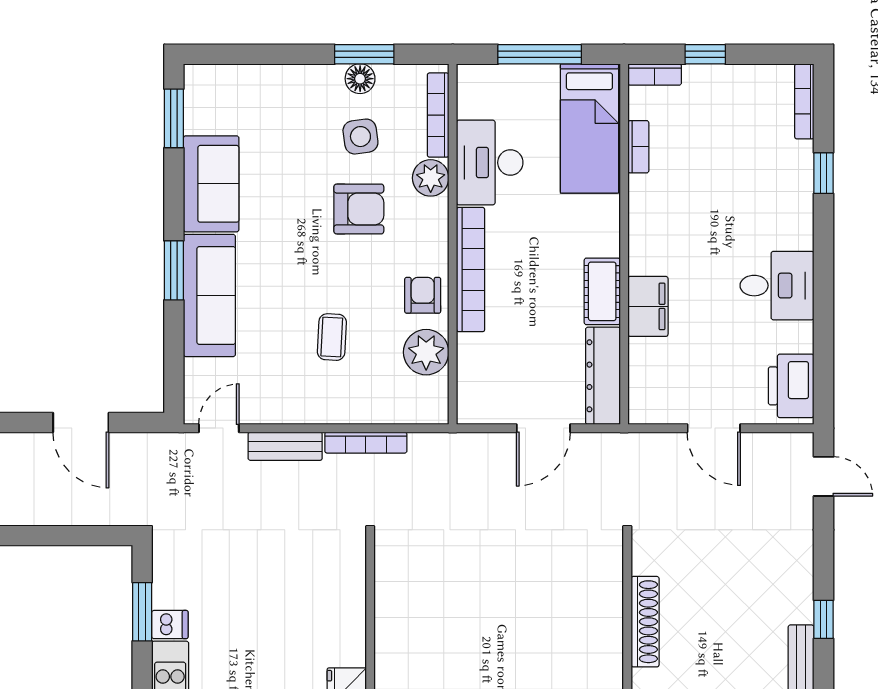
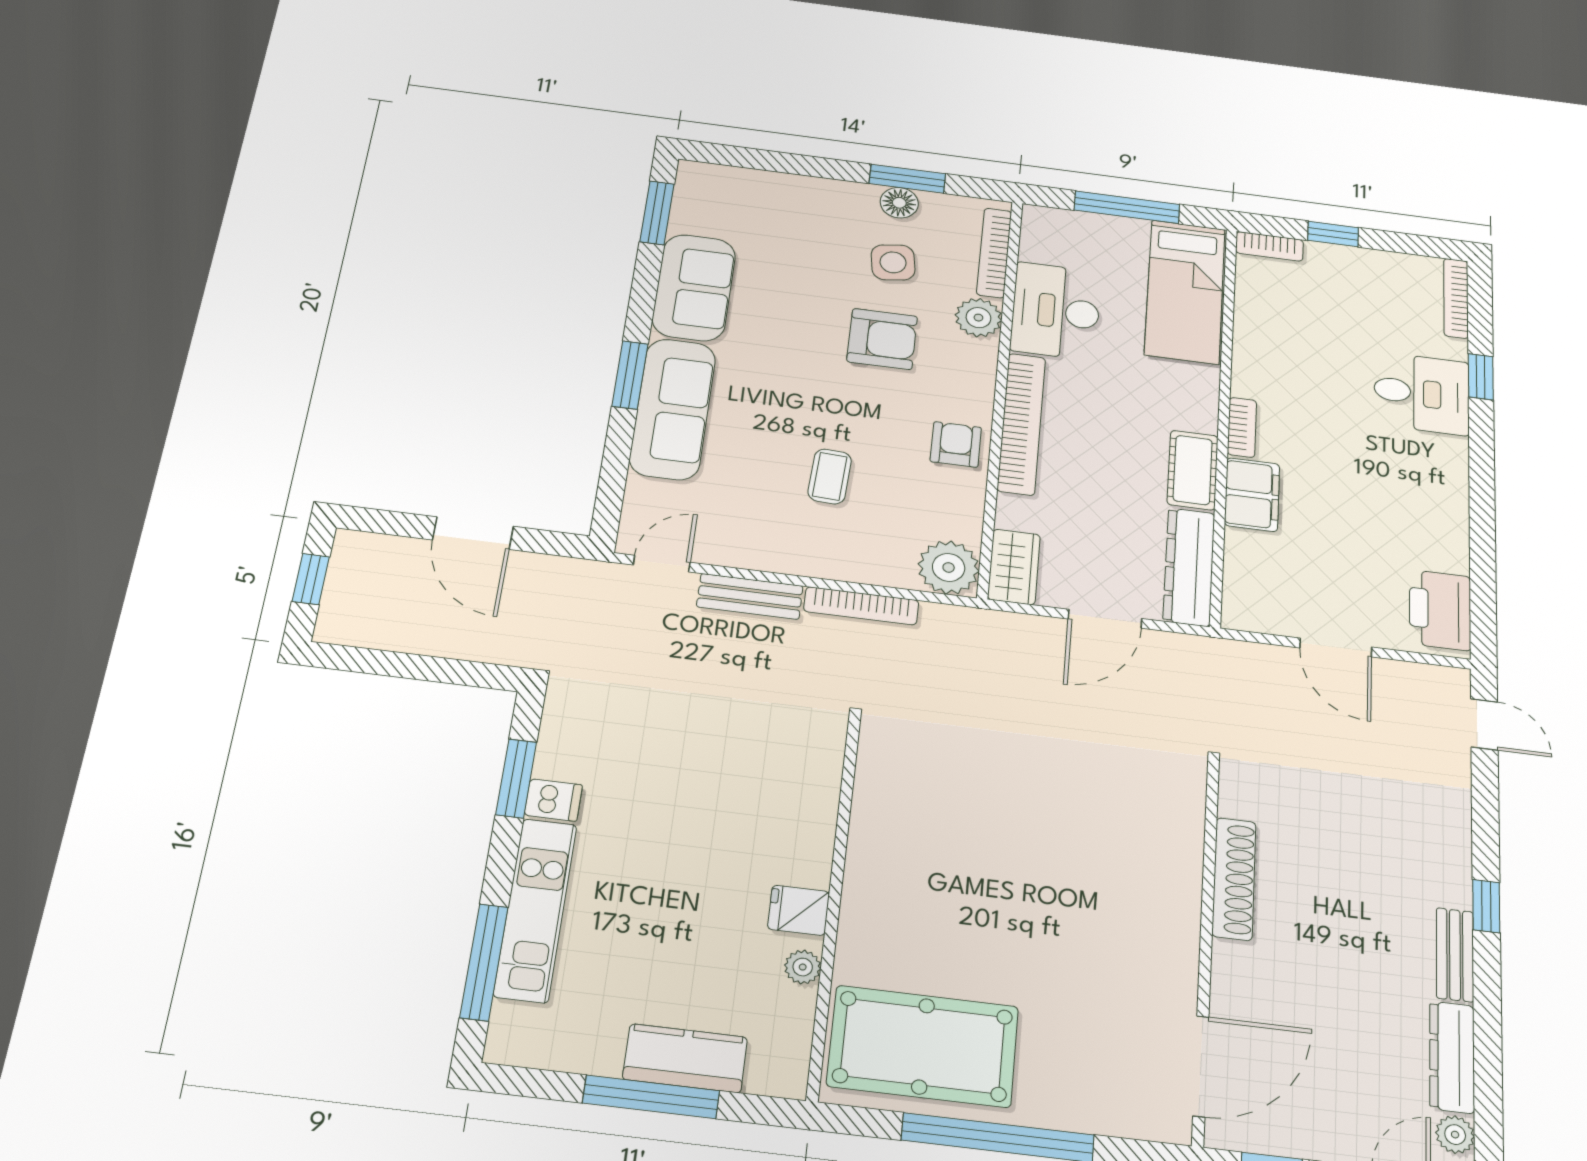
bookcase: (638, 147) -> (1242, 427), moved
desk: (777, 286) -> (1422, 393), moved
plant: (426, 352) -> (949, 567), moved
wardrobe: (474, 394) -> (1014, 567), added

